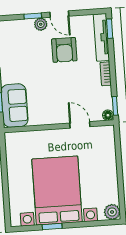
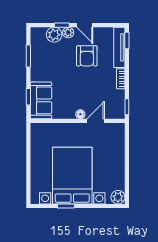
plant: (24, 28) -> (54, 35), added
floor lamp: (108, 115) -> (80, 114), moved
door: (80, 125) -> (96, 121), hinge flipped

